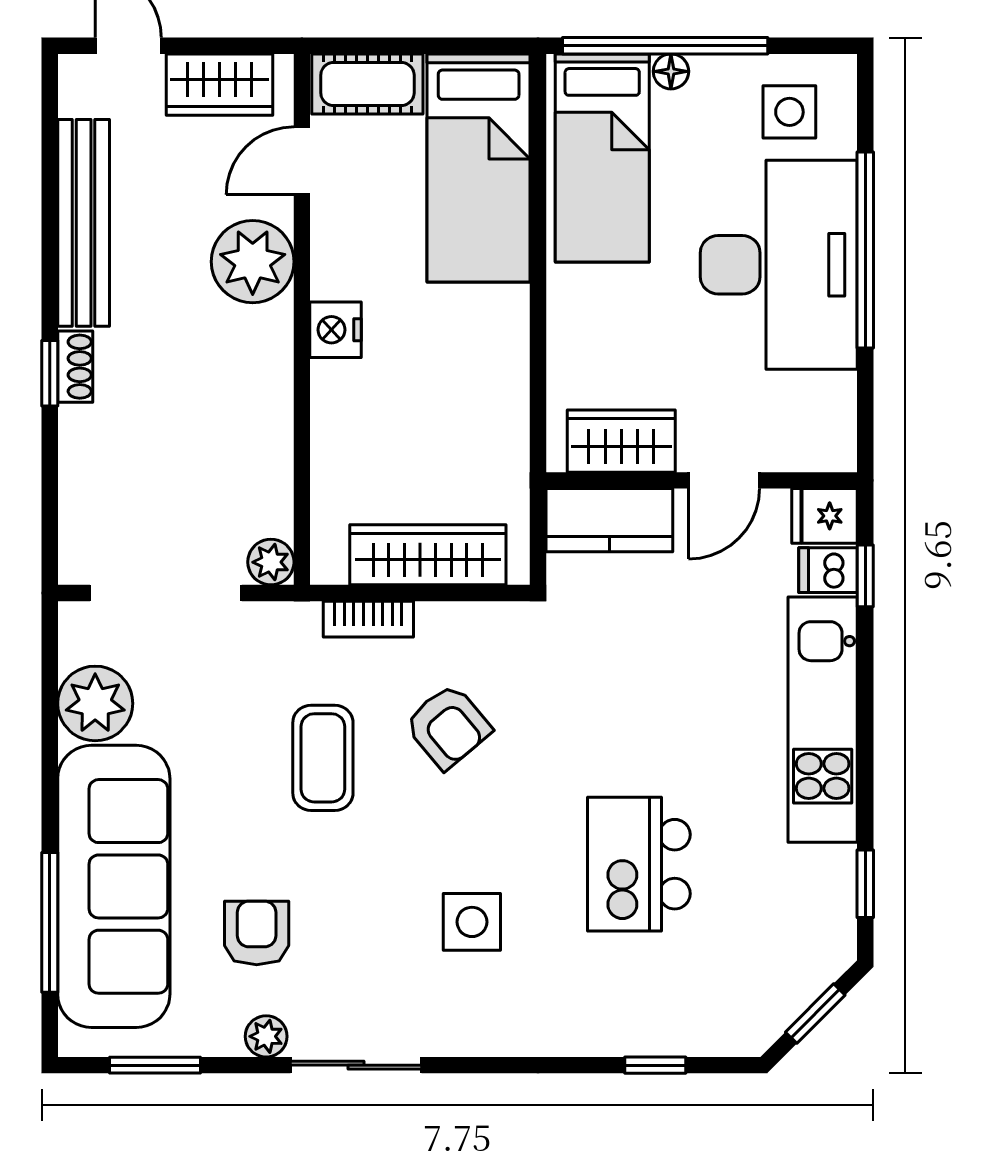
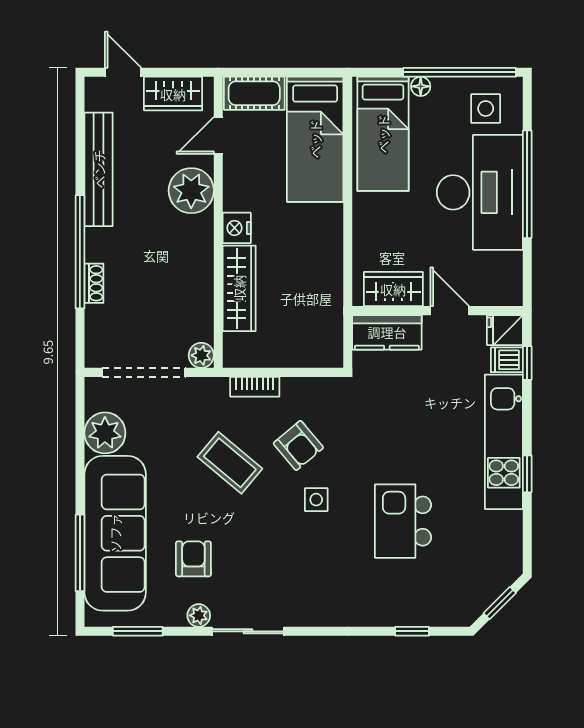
window: (665, 46) -> (460, 72), moved
shoe rack: (75, 367) -> (94, 283), moved
window: (50, 373) -> (80, 252), width x3.17
door: (724, 480) -> (450, 311), swing flipped
wardrobe: (428, 555) -> (239, 288), moved, turned 90
coffee table: (323, 758) -> (230, 463), turned -50
window: (865, 884) -> (527, 474), moved
side table: (472, 922) -> (316, 500), moved, width x0.73, depth x0.73

